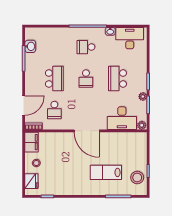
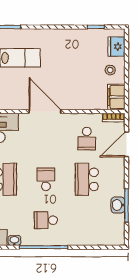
washbasin: (30, 46) -> (118, 205), moved
school desk: (86, 47) -> (46, 220), turned 180
school desk: (54, 110) -> (87, 139), turned 180

